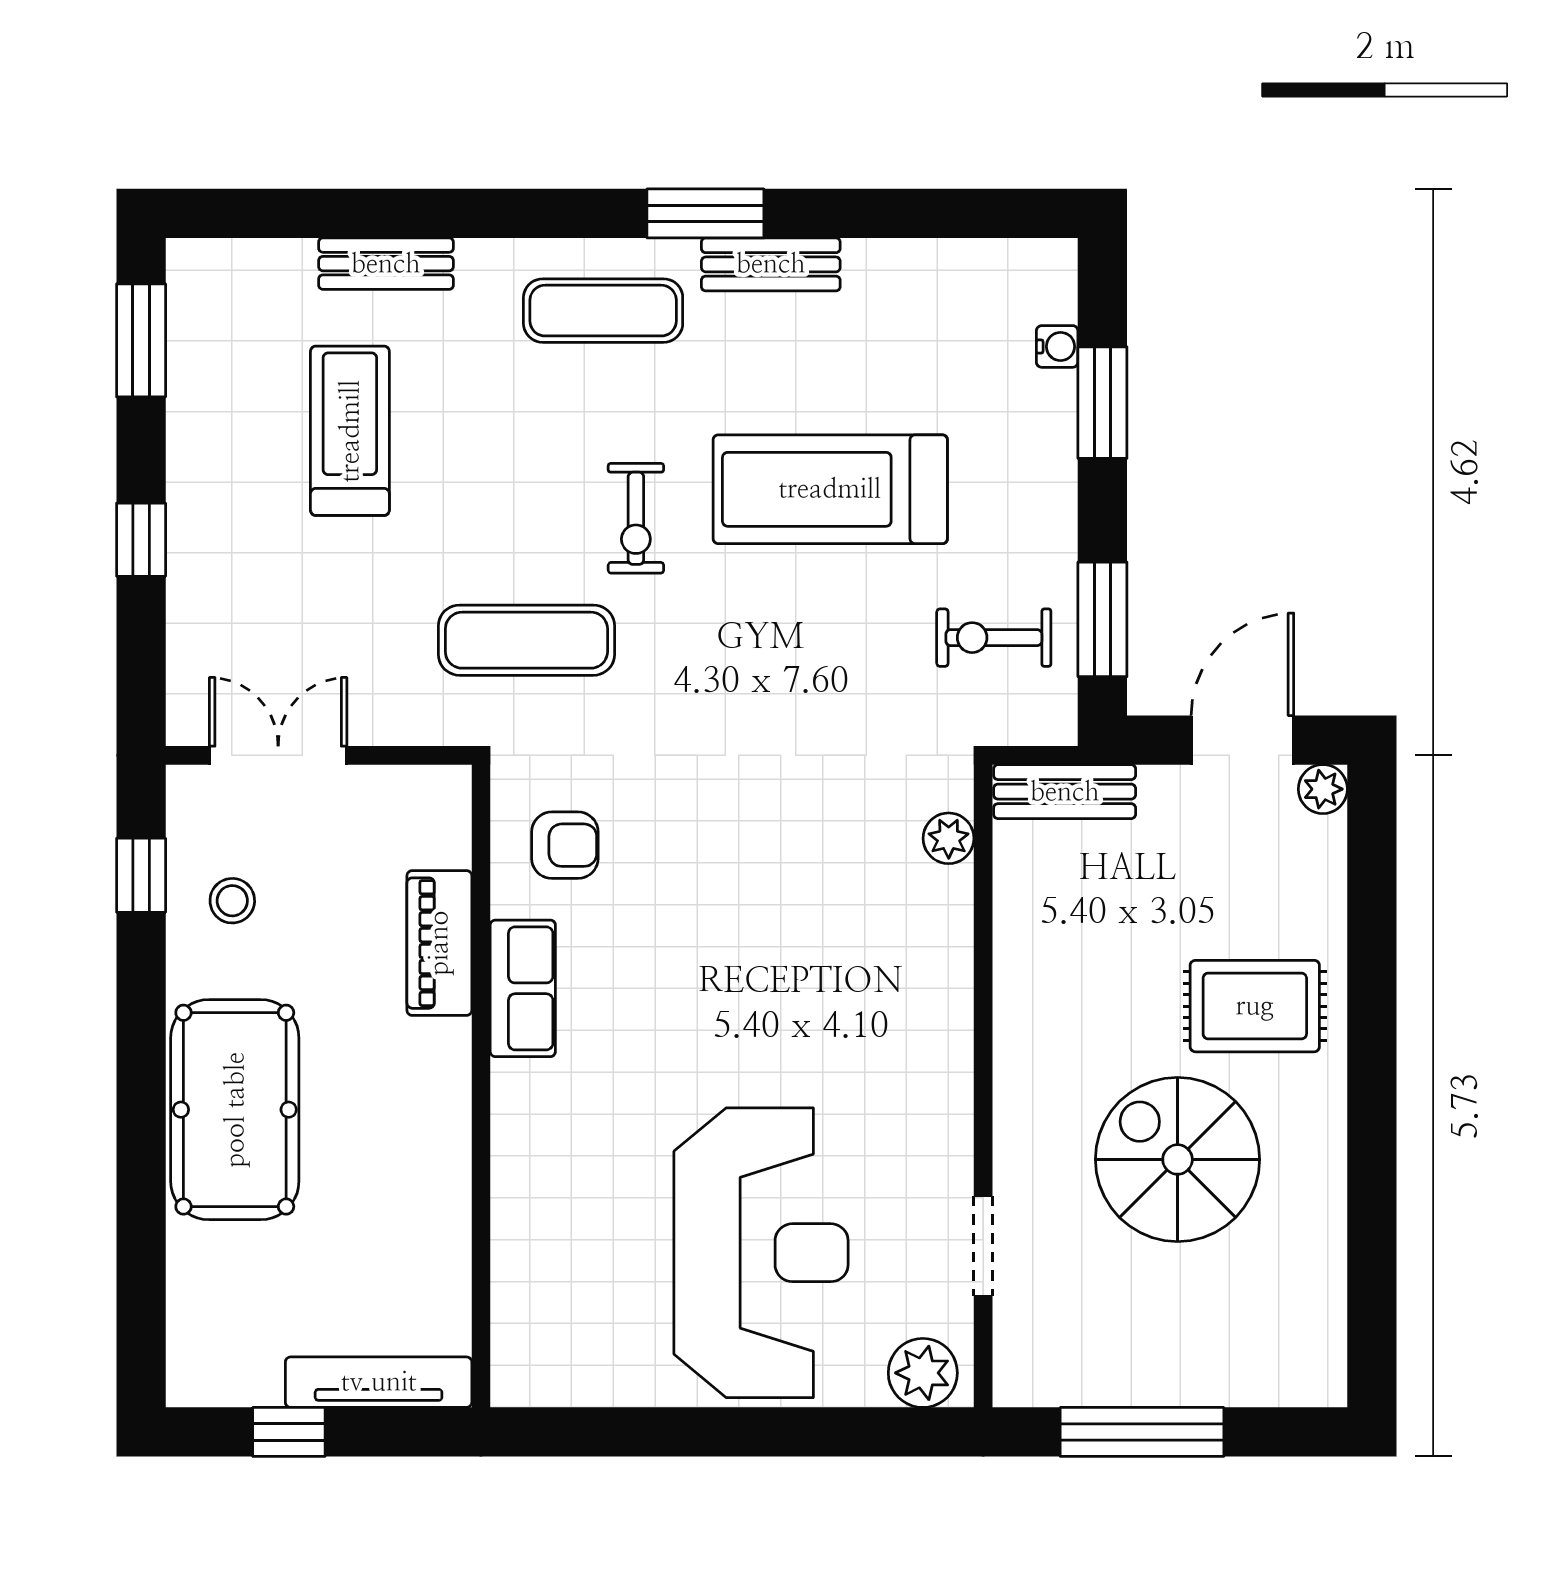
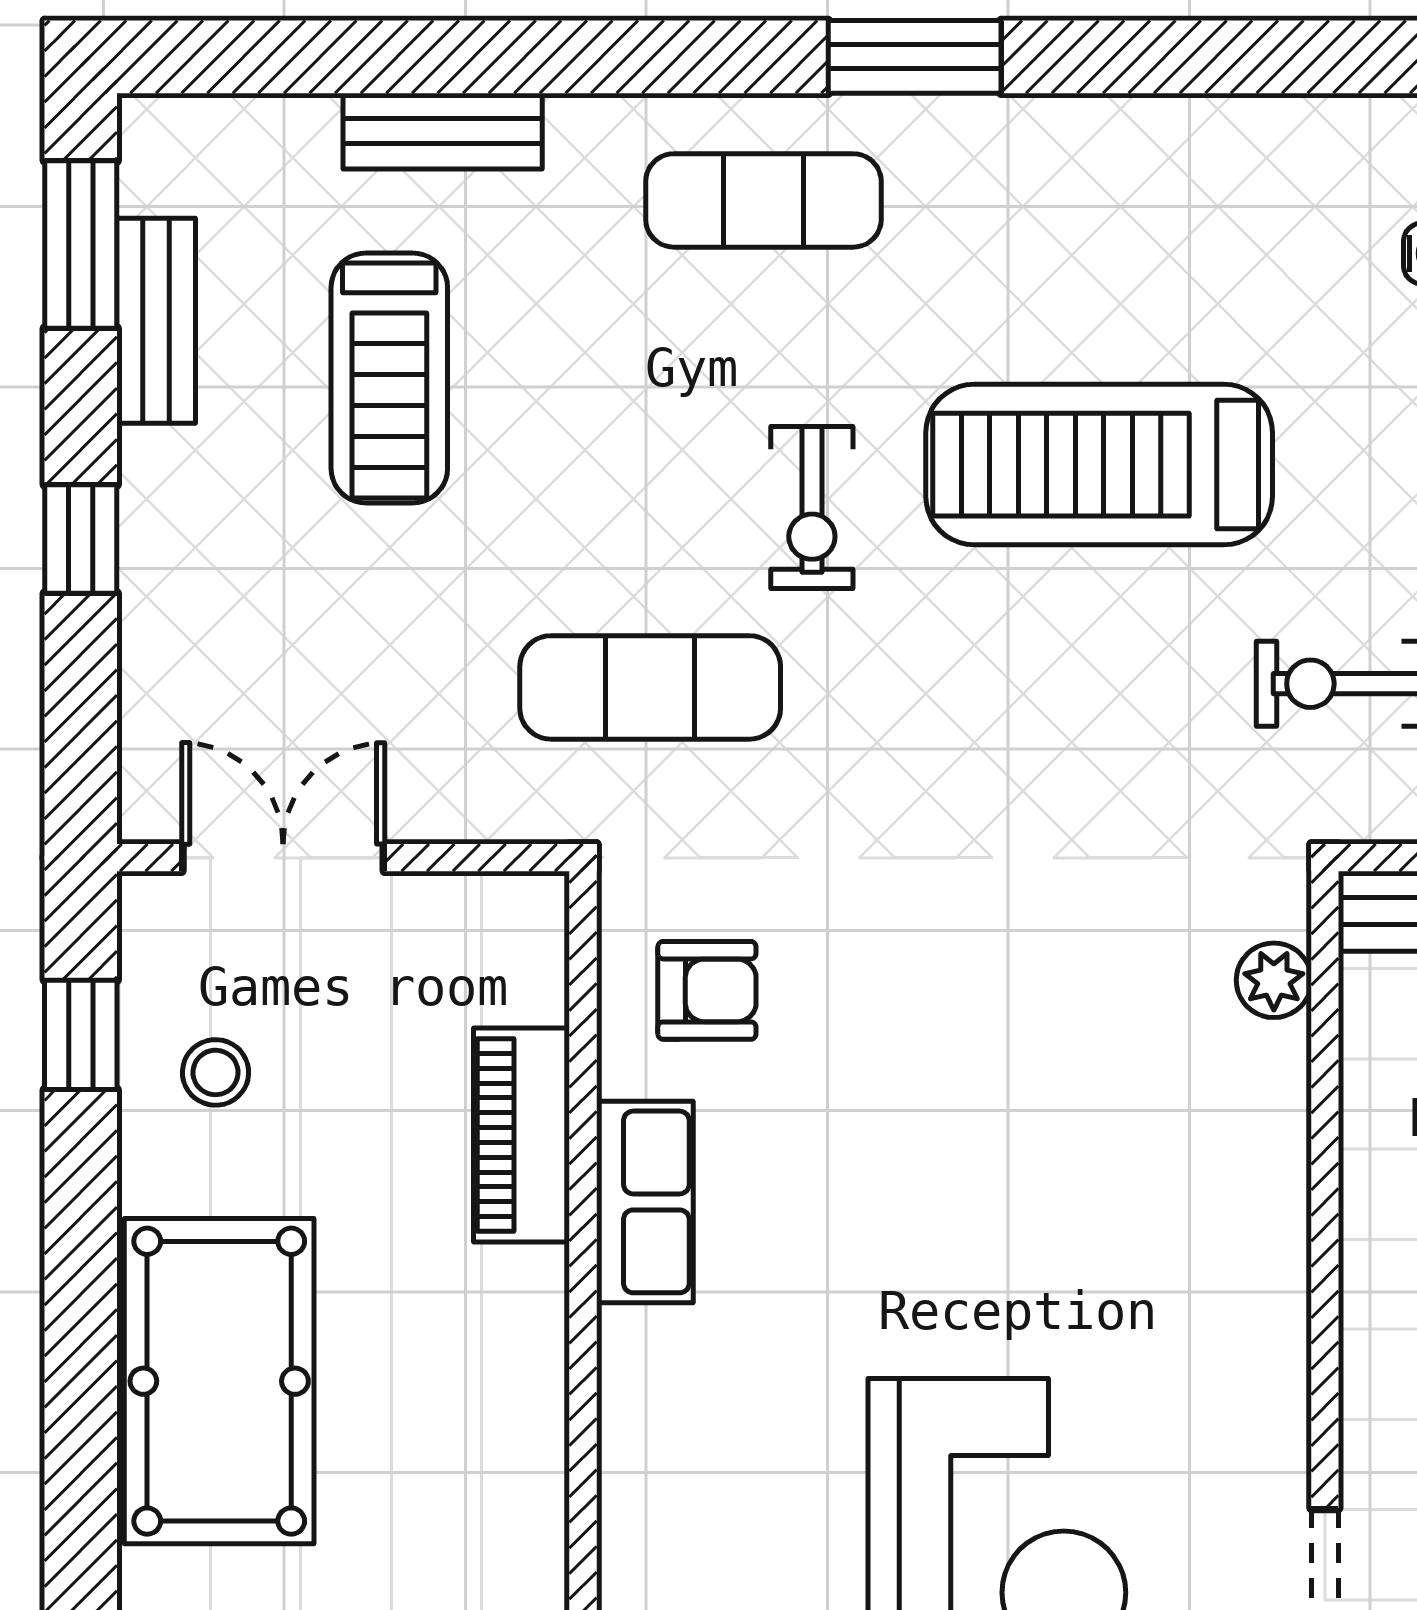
bench: (771, 264) -> (156, 321), moved, turned 90
treadmill: (350, 431) -> (389, 378), turned 180

